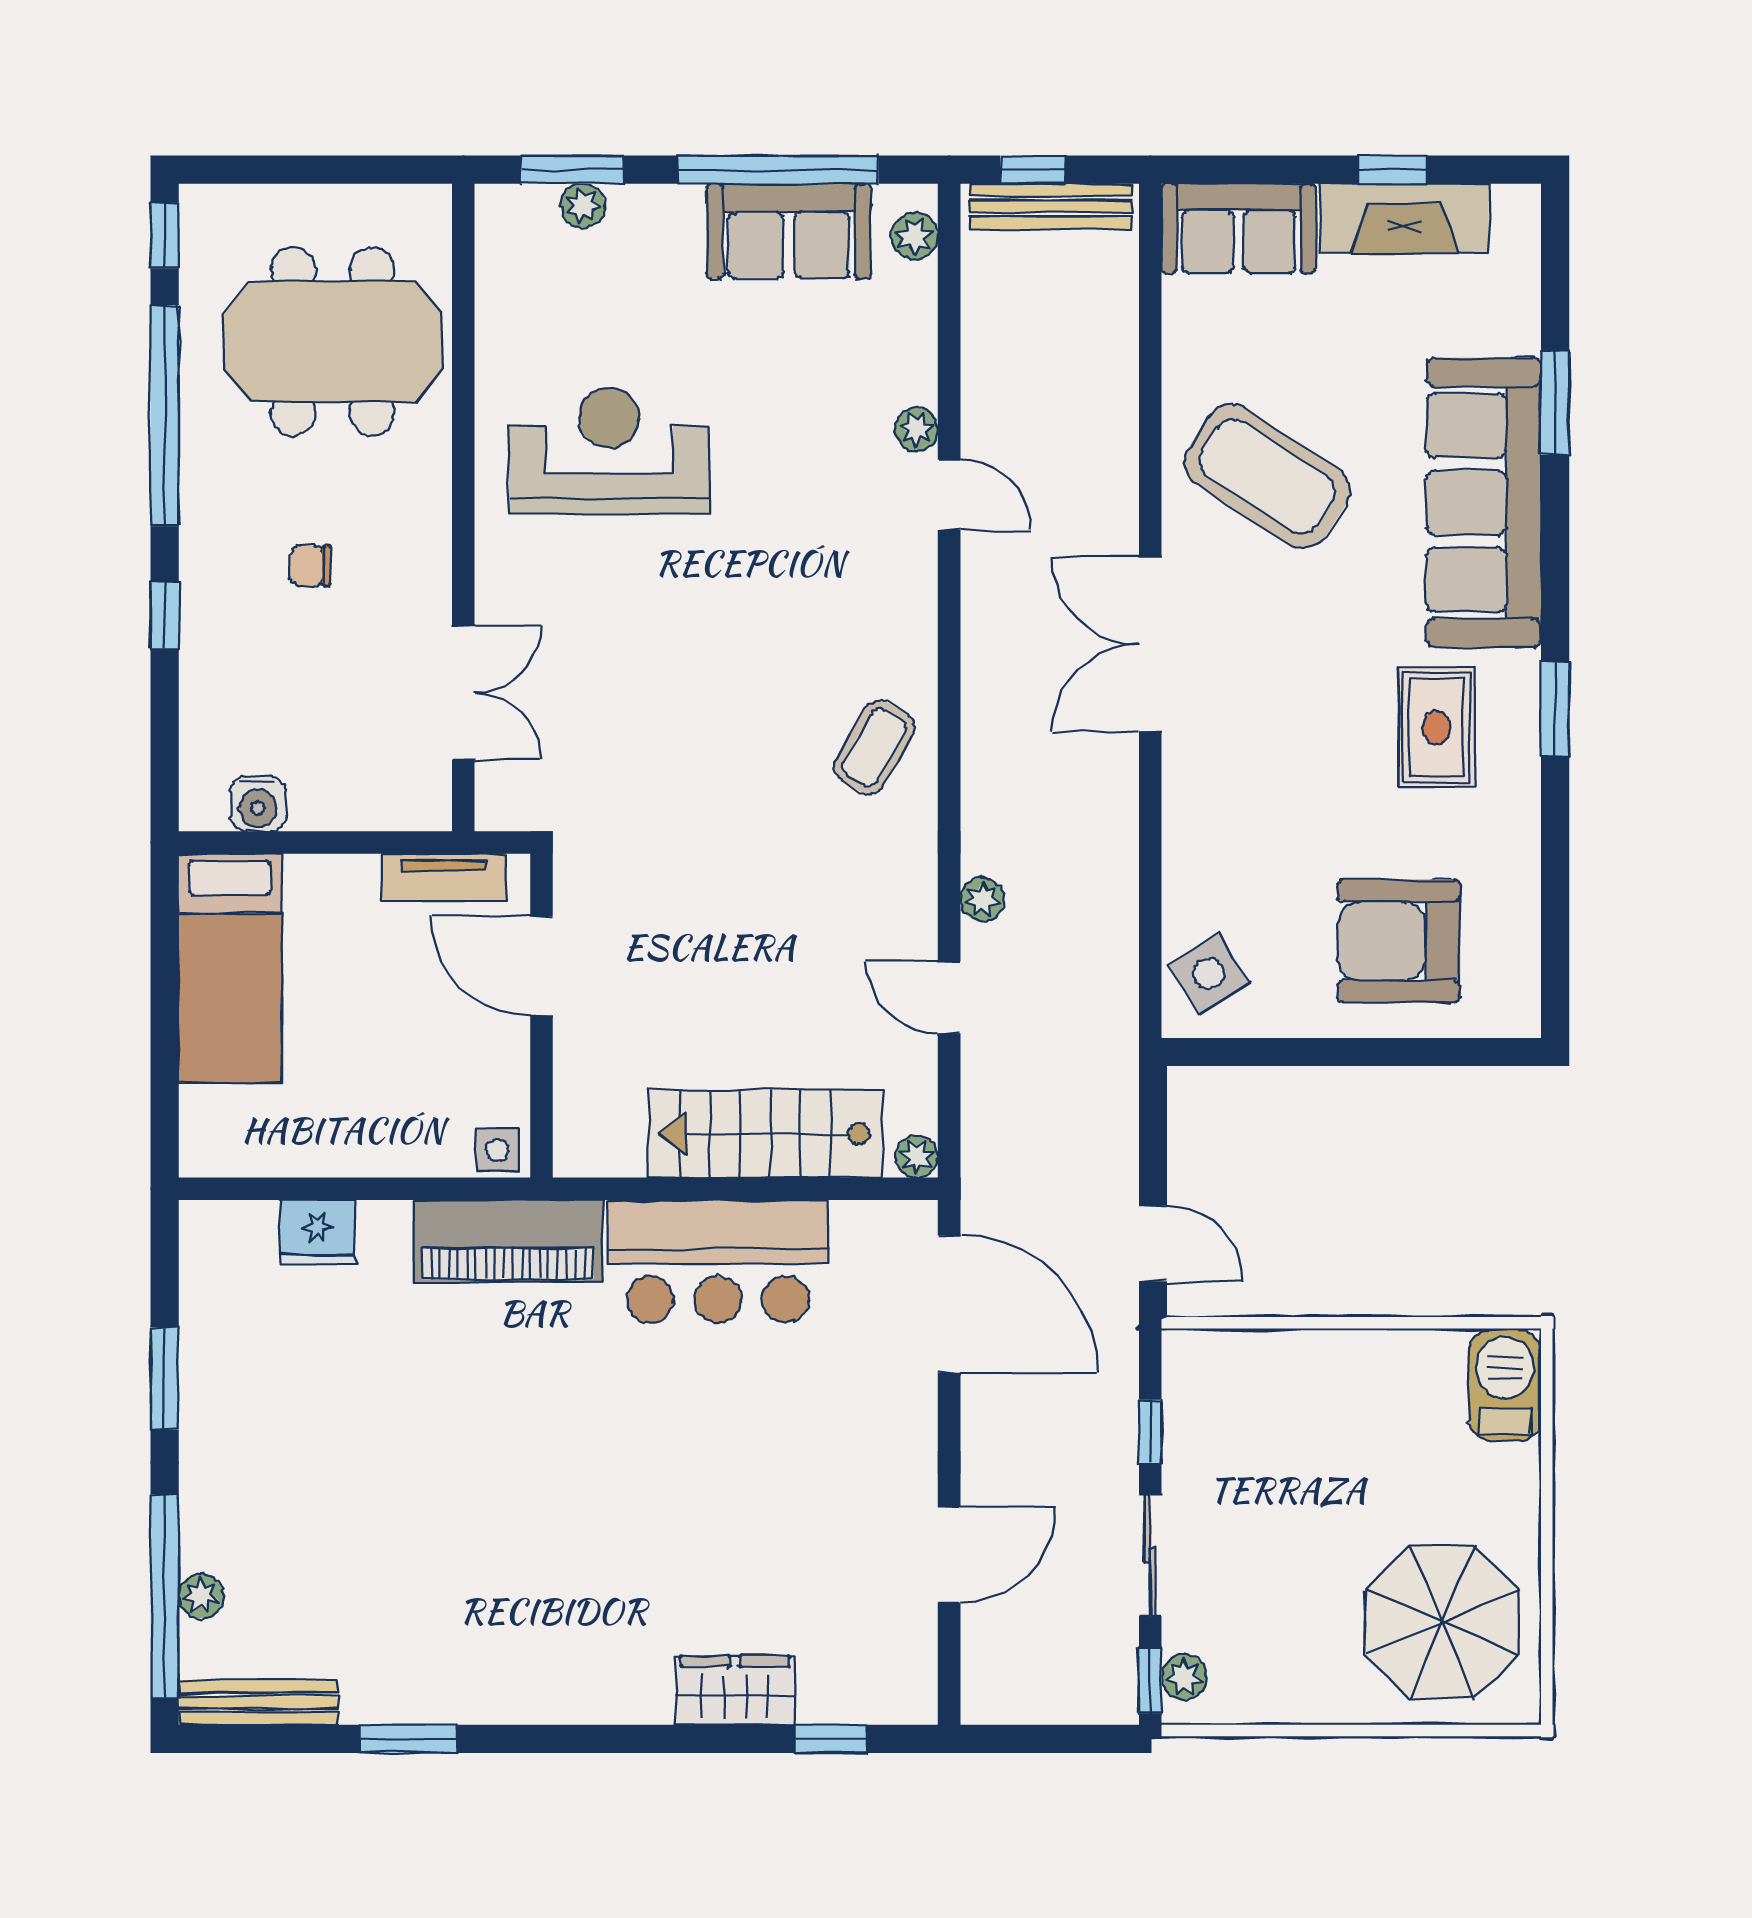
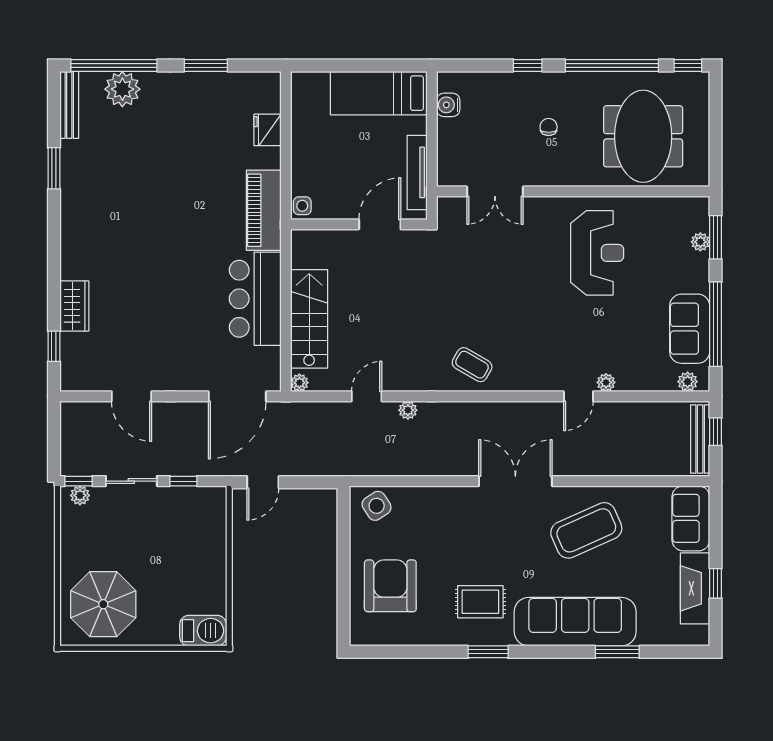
coffee table: (1267, 476) -> (586, 530), turned 33
tv unit: (444, 878) -> (417, 172), width x1.41
plant: (201, 1596) -> (122, 89), width x1.88, depth x1.88

